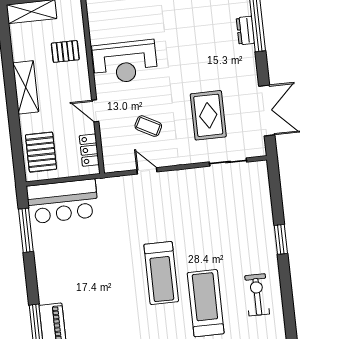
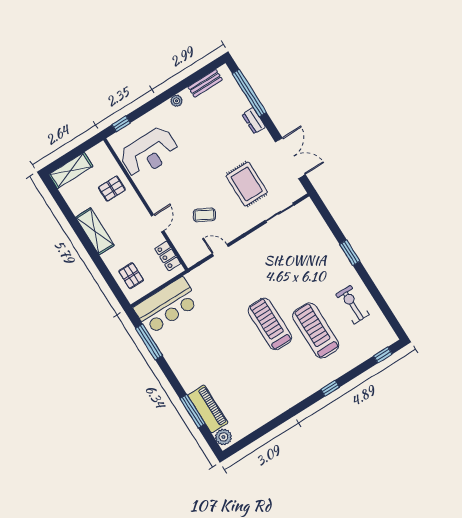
dresser: (245, 31) -> (254, 121), moved
reception desk: (125, 62) -> (149, 152), moved
door: (95, 111) -> (158, 223), swing flipped
pallet: (41, 152) -> (131, 276), width x0.67, depth x0.71
treadmill: (161, 273) -> (270, 324), turned 180

